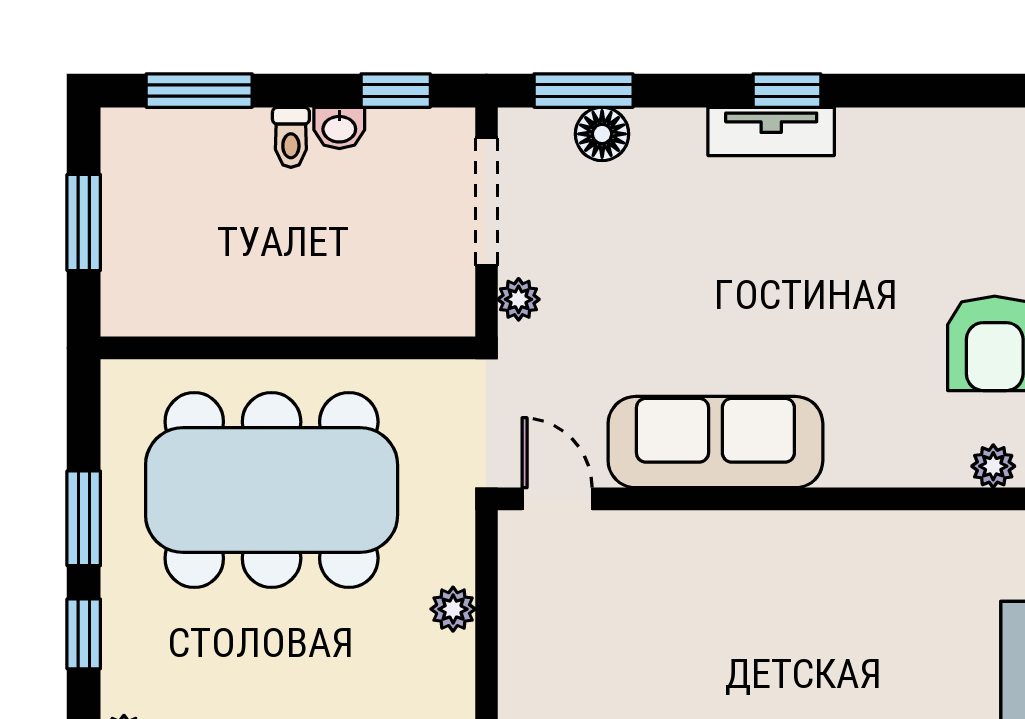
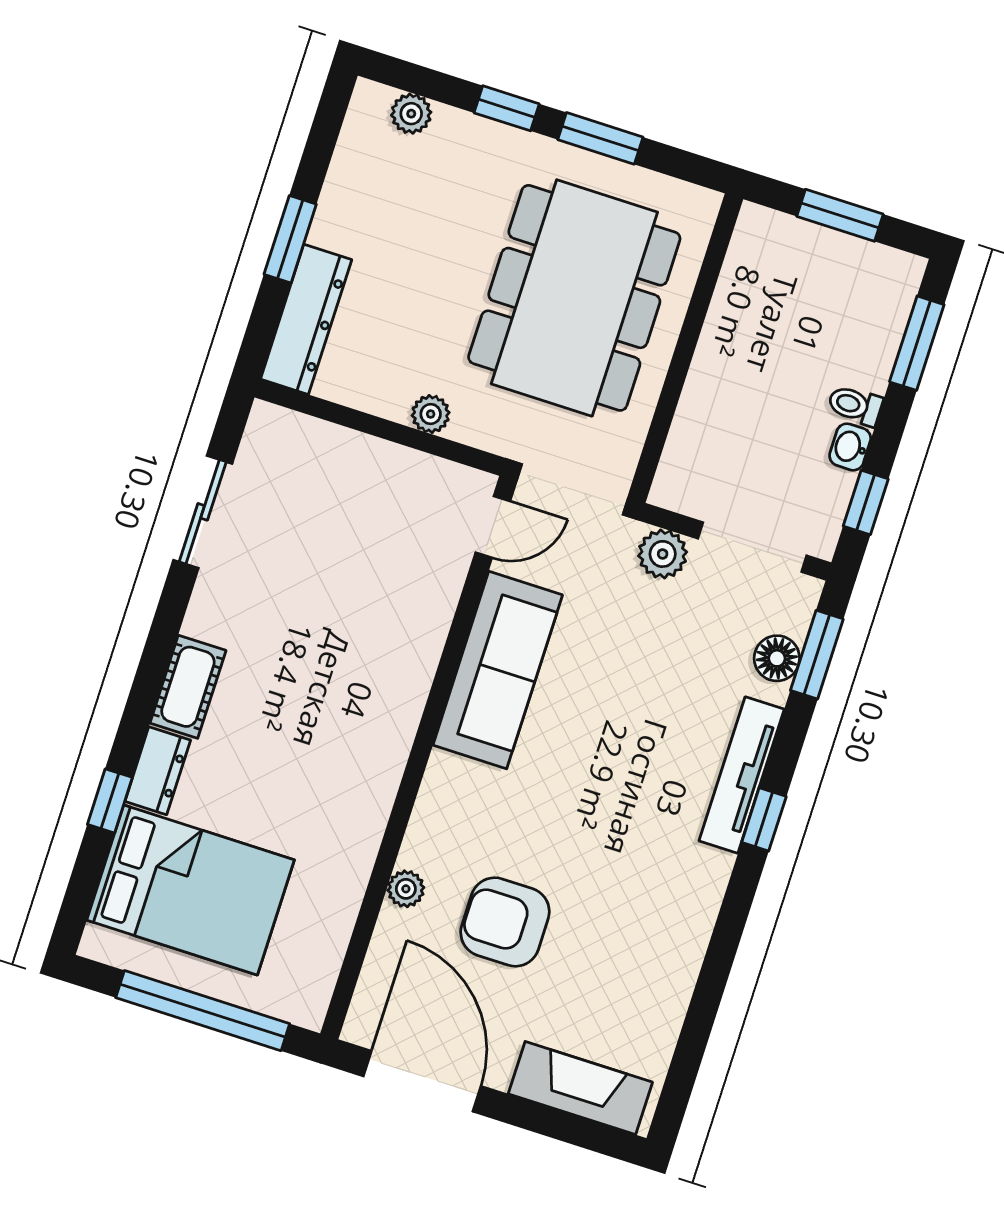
tv unit: (771, 131) -> (742, 775), width x1.41
plant: (519, 299) -> (663, 554), width x1.38, depth x1.38

